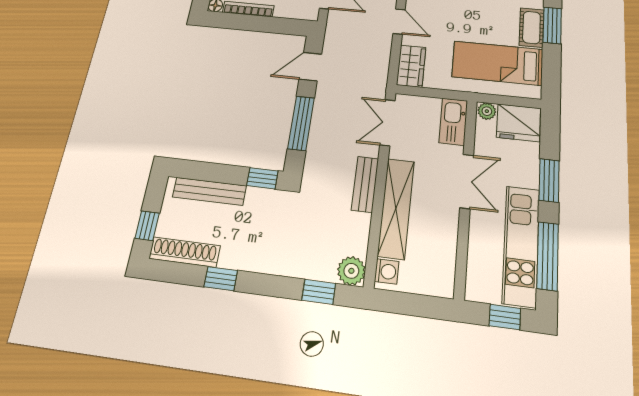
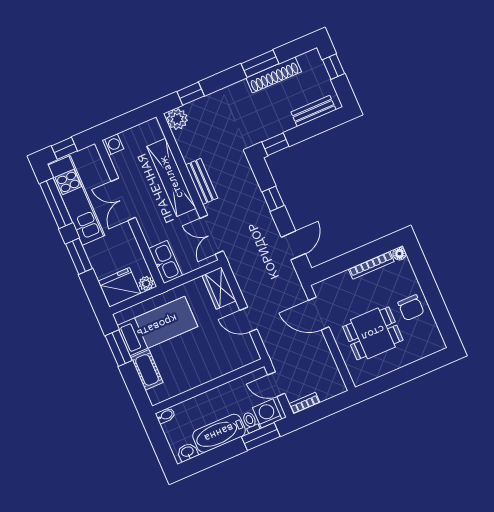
window: (552, 25) -> (119, 348), moved
window: (301, 123) -> (273, 199), width x0.46
double door: (387, 123) -> (212, 235), swing flipped
double door: (467, 181) -> (123, 199), moved
bench: (209, 191) -> (313, 111), width x0.73
shoe rack: (185, 252) -> (274, 75), moved
washing machine: (387, 271) -> (113, 145), moved, turned 180
window: (221, 279) -> (260, 64), width x1.50

